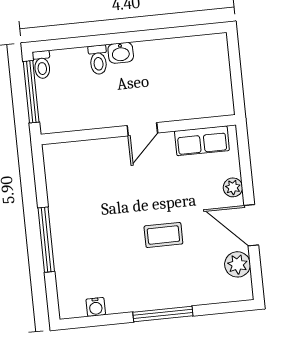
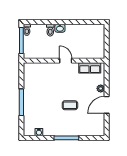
door: (142, 129) -> (66, 61), swing flipped
door: (251, 225) -> (107, 105), hinge flipped
plant: (238, 264) -> (99, 121), removed

